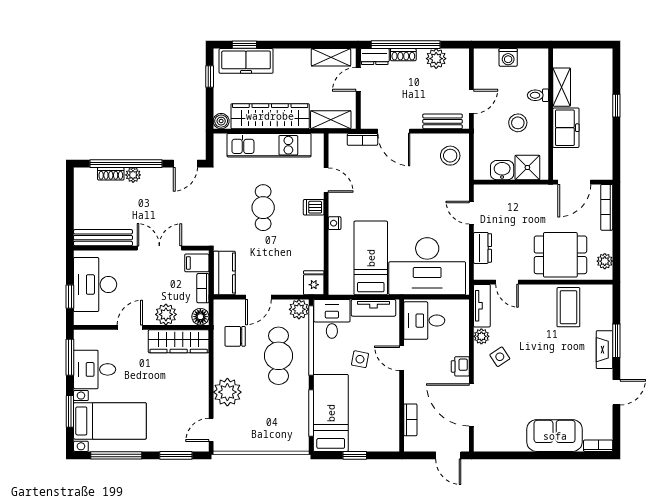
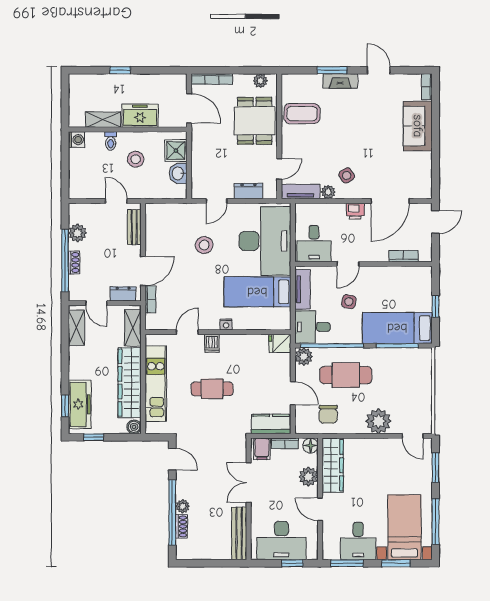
dresser: (375, 57) -> (123, 294), moved, turned -90
washing machine: (508, 57) -> (77, 140), moved
stool: (450, 156) -> (204, 245), moved

